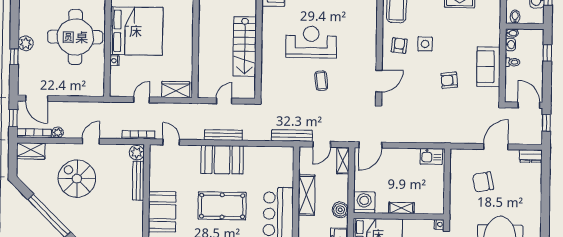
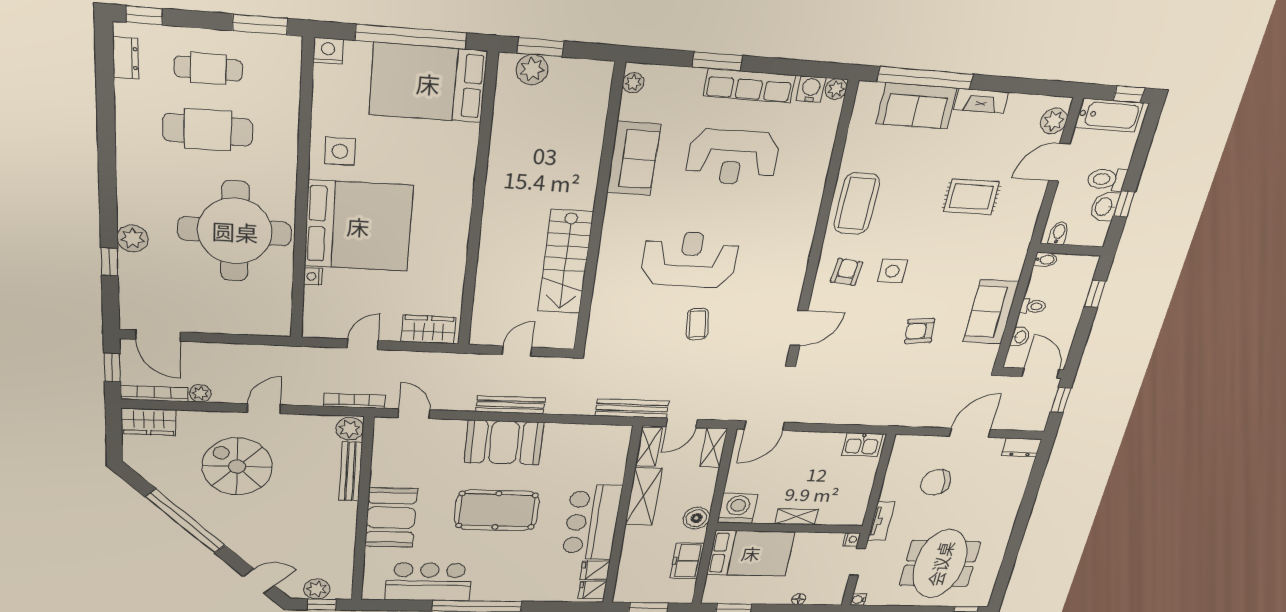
washbasin: (510, 45) -> (1020, 337), moved
shelving: (305, 161) -> (649, 447), added
tv unit: (455, 211) -> (881, 521), added

